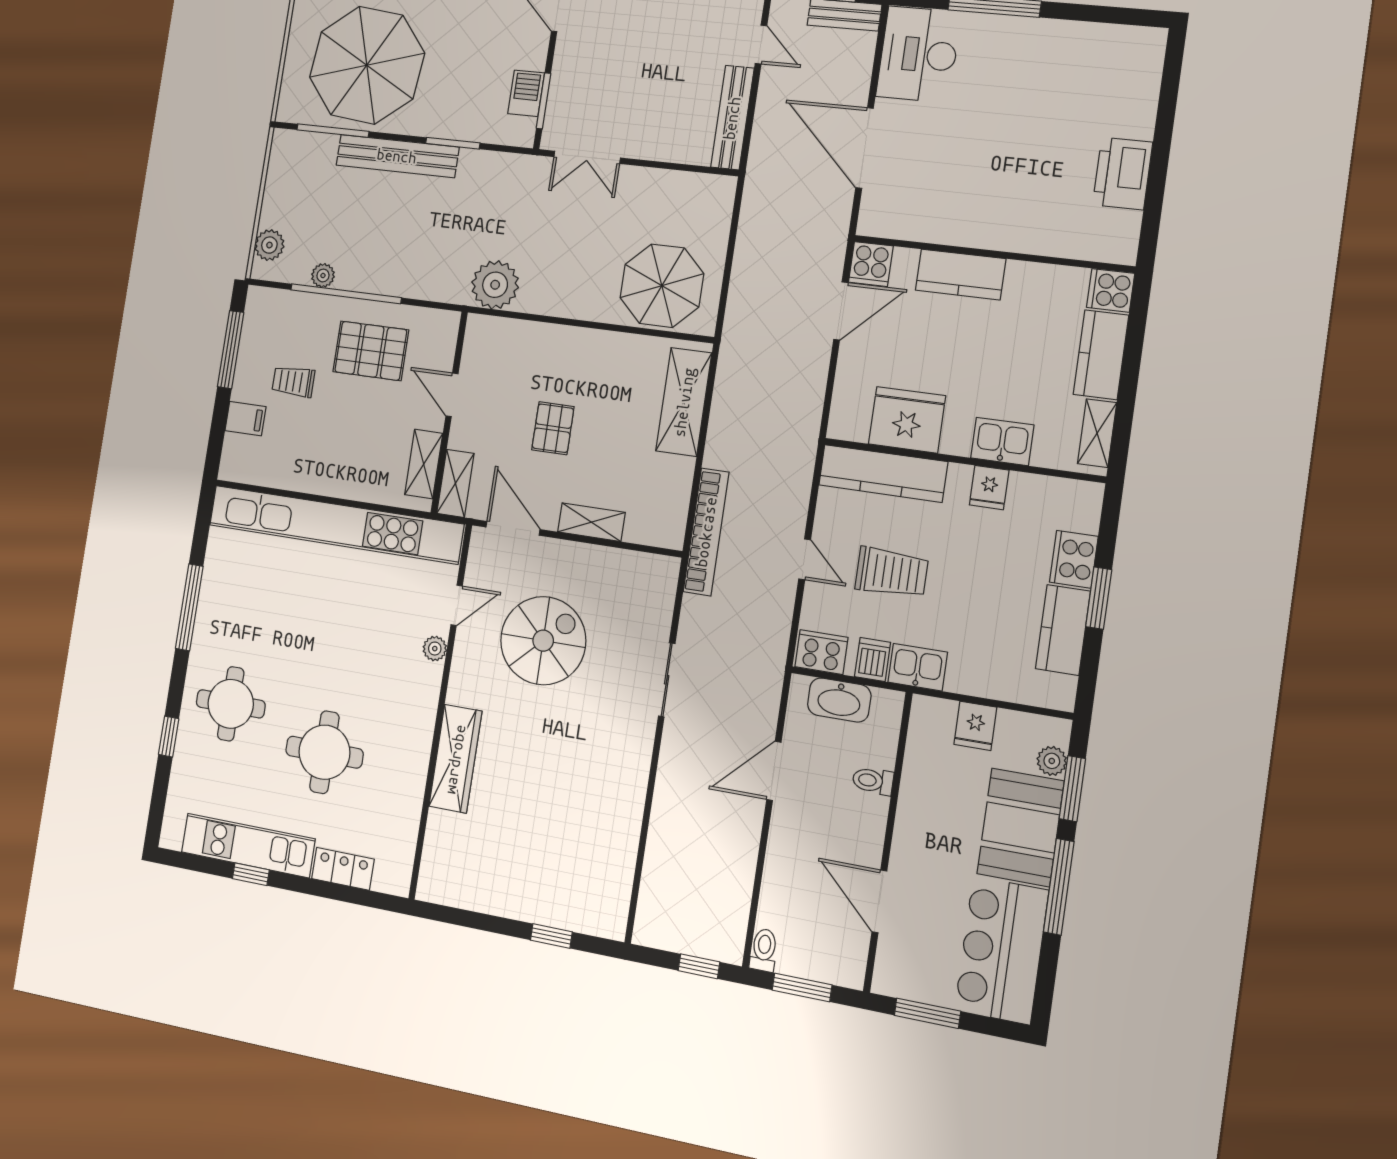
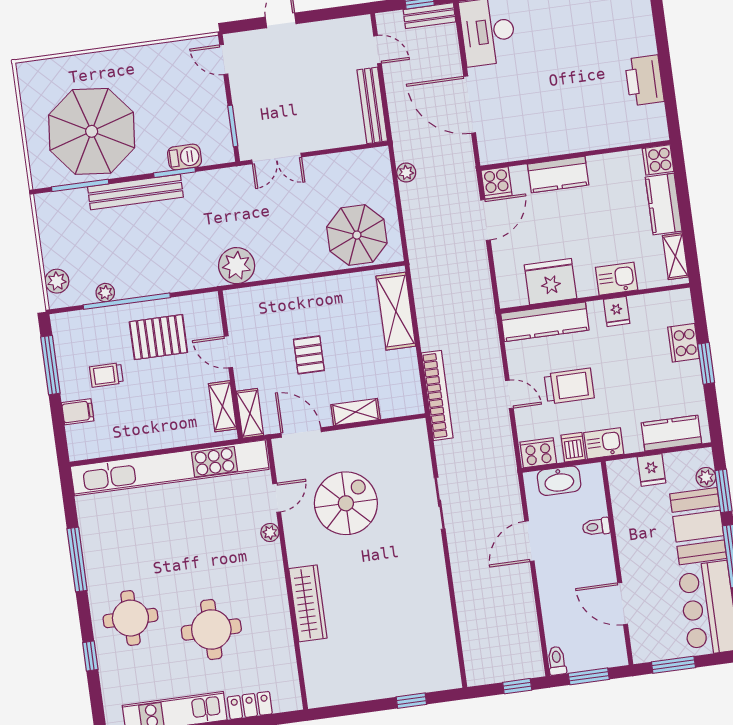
barbecue: (526, 93) -> (184, 157), moved, turned 90
plant: (752, 219) -> (406, 173), added
kitchen counter: (1063, 630) -> (671, 433), moved, turned 90

